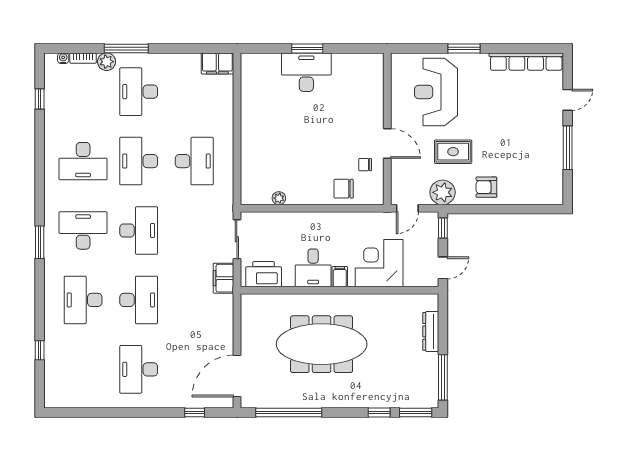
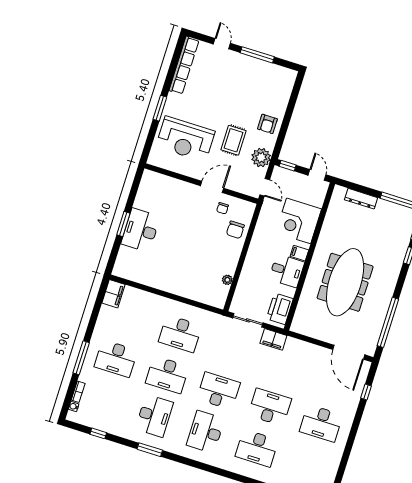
plant: (107, 62) -> (86, 375), removed
desk: (194, 161) -> (180, 334), turned 180
window: (40, 242) -> (150, 450), moved

